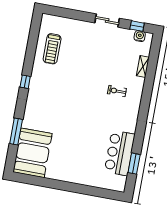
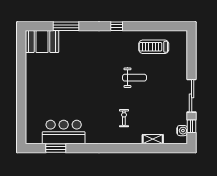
sliding door: (107, 21) -> (192, 96), width x1.37
weight bench: (79, 73) -> (135, 78), added
booth: (33, 153) -> (42, 42), width x0.73, depth x0.70

